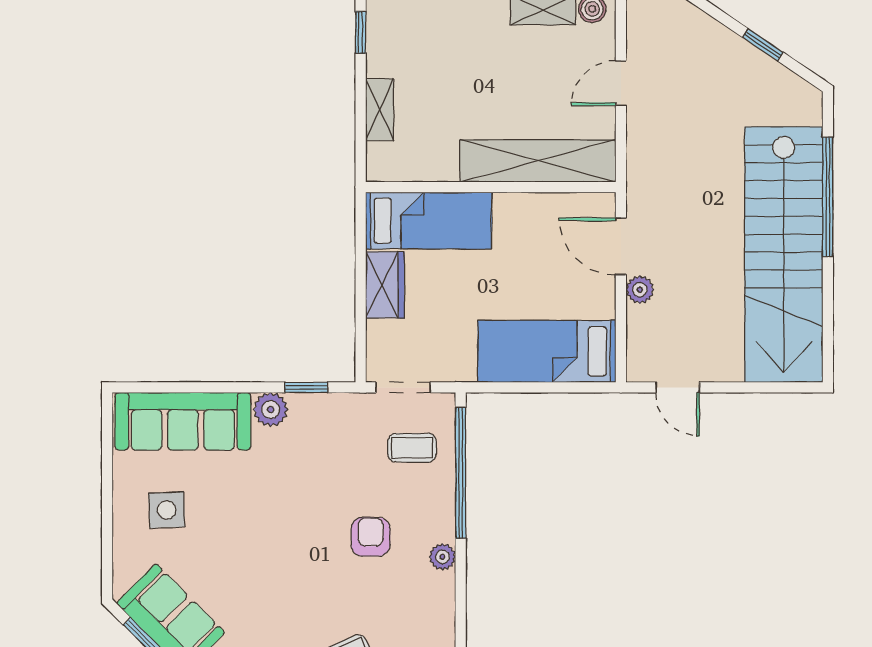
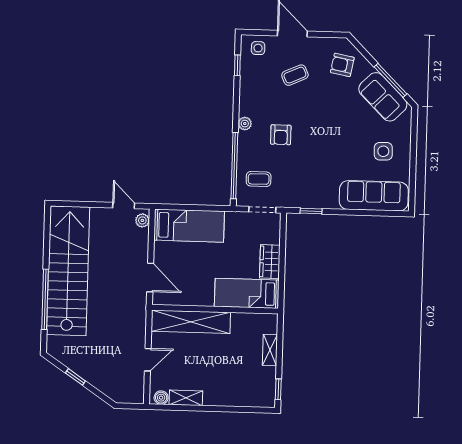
plant: (640, 290) -> (142, 220), moved
plant: (271, 410) -> (329, 200), removed

